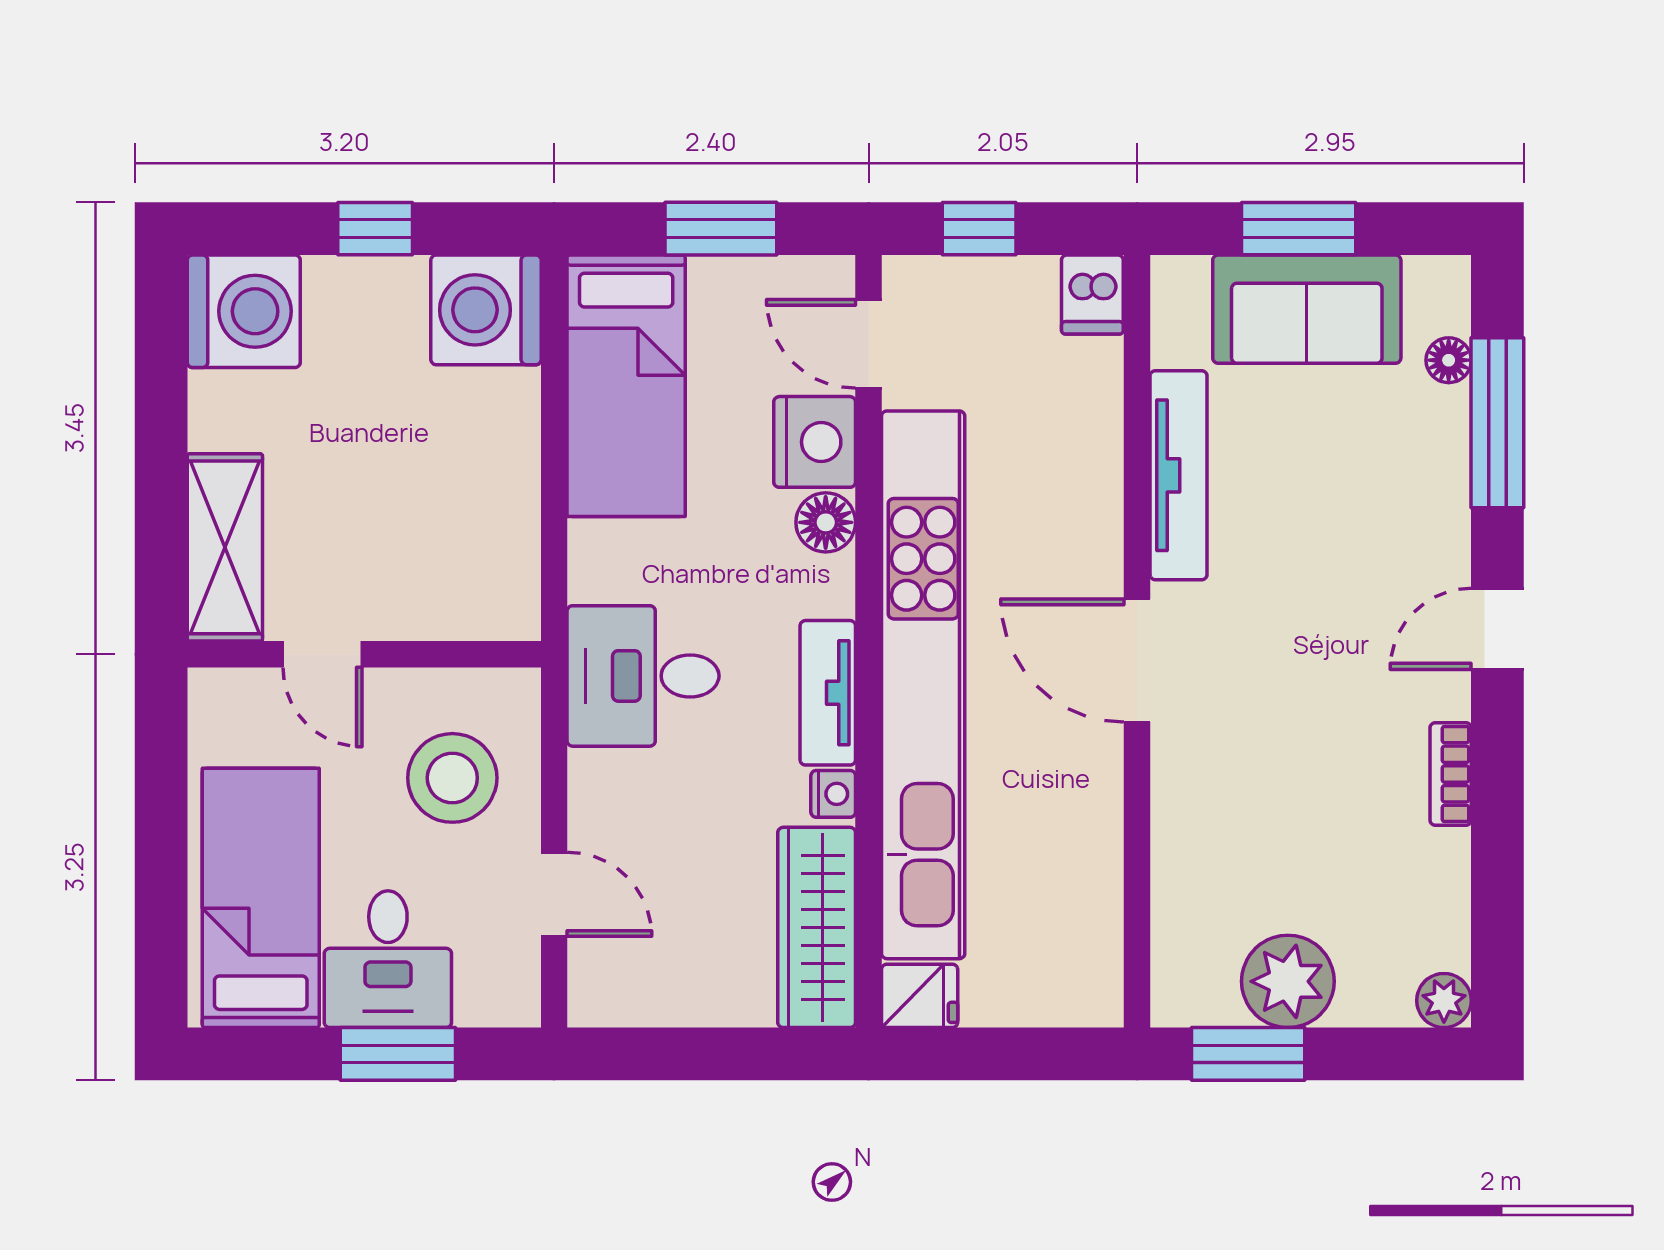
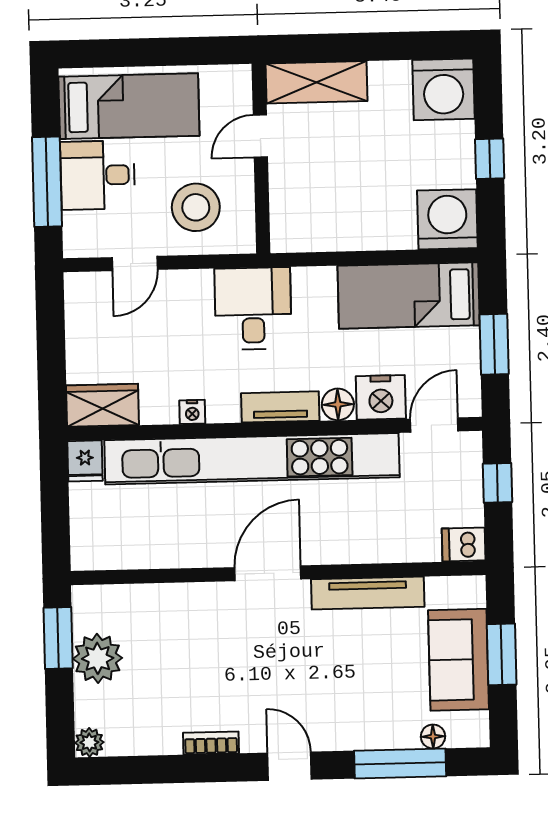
tv unit: (828, 693) -> (280, 407), moved
wardrobe: (817, 927) -> (102, 405), width x0.67
window: (398, 1054) -> (47, 182), width x1.44

